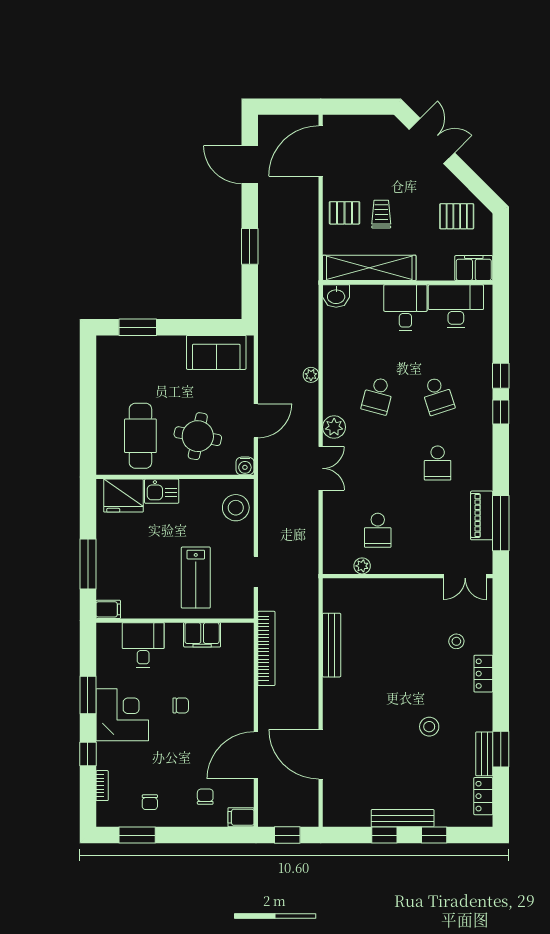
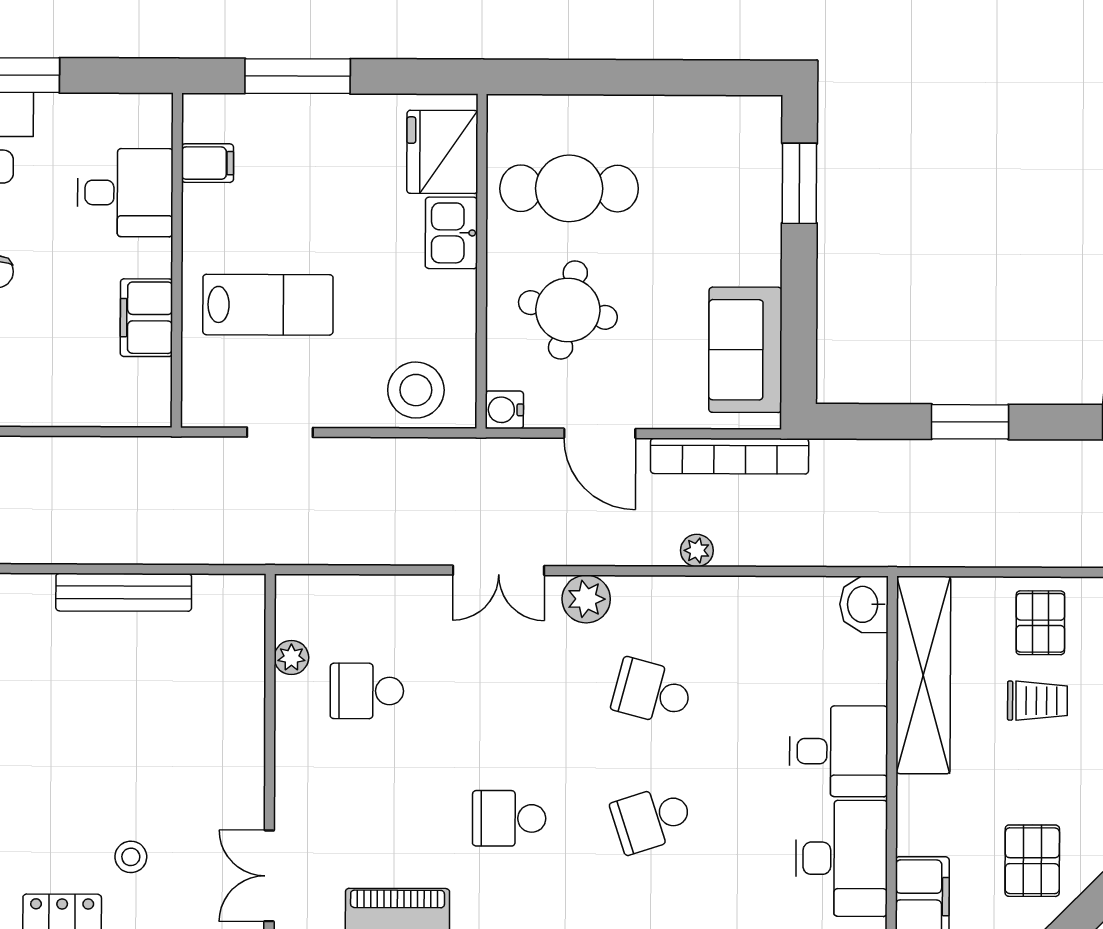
lab bench: (196, 578) -> (268, 305), turned 180
filing cabinet: (108, 609) -> (207, 163), moved, turned -90
bookcase: (266, 648) -> (730, 456), moved

